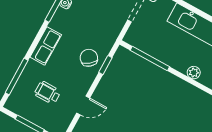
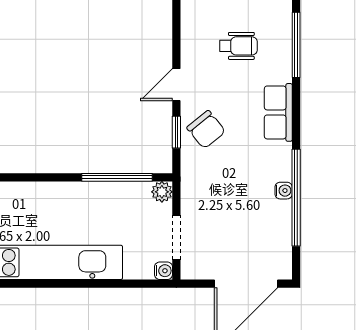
plant: (194, 73) -> (162, 192), moved
door: (83, 106) -> (176, 85), moved

